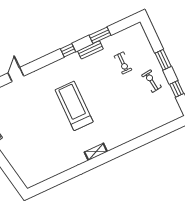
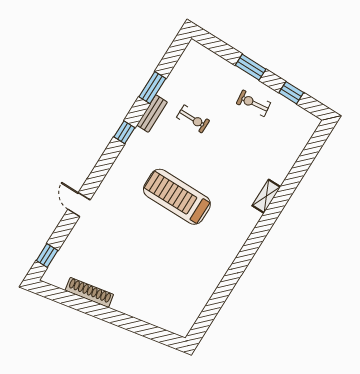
exercise bike: (123, 63) -> (193, 119), moved
shelving: (96, 152) -> (266, 196), moved

